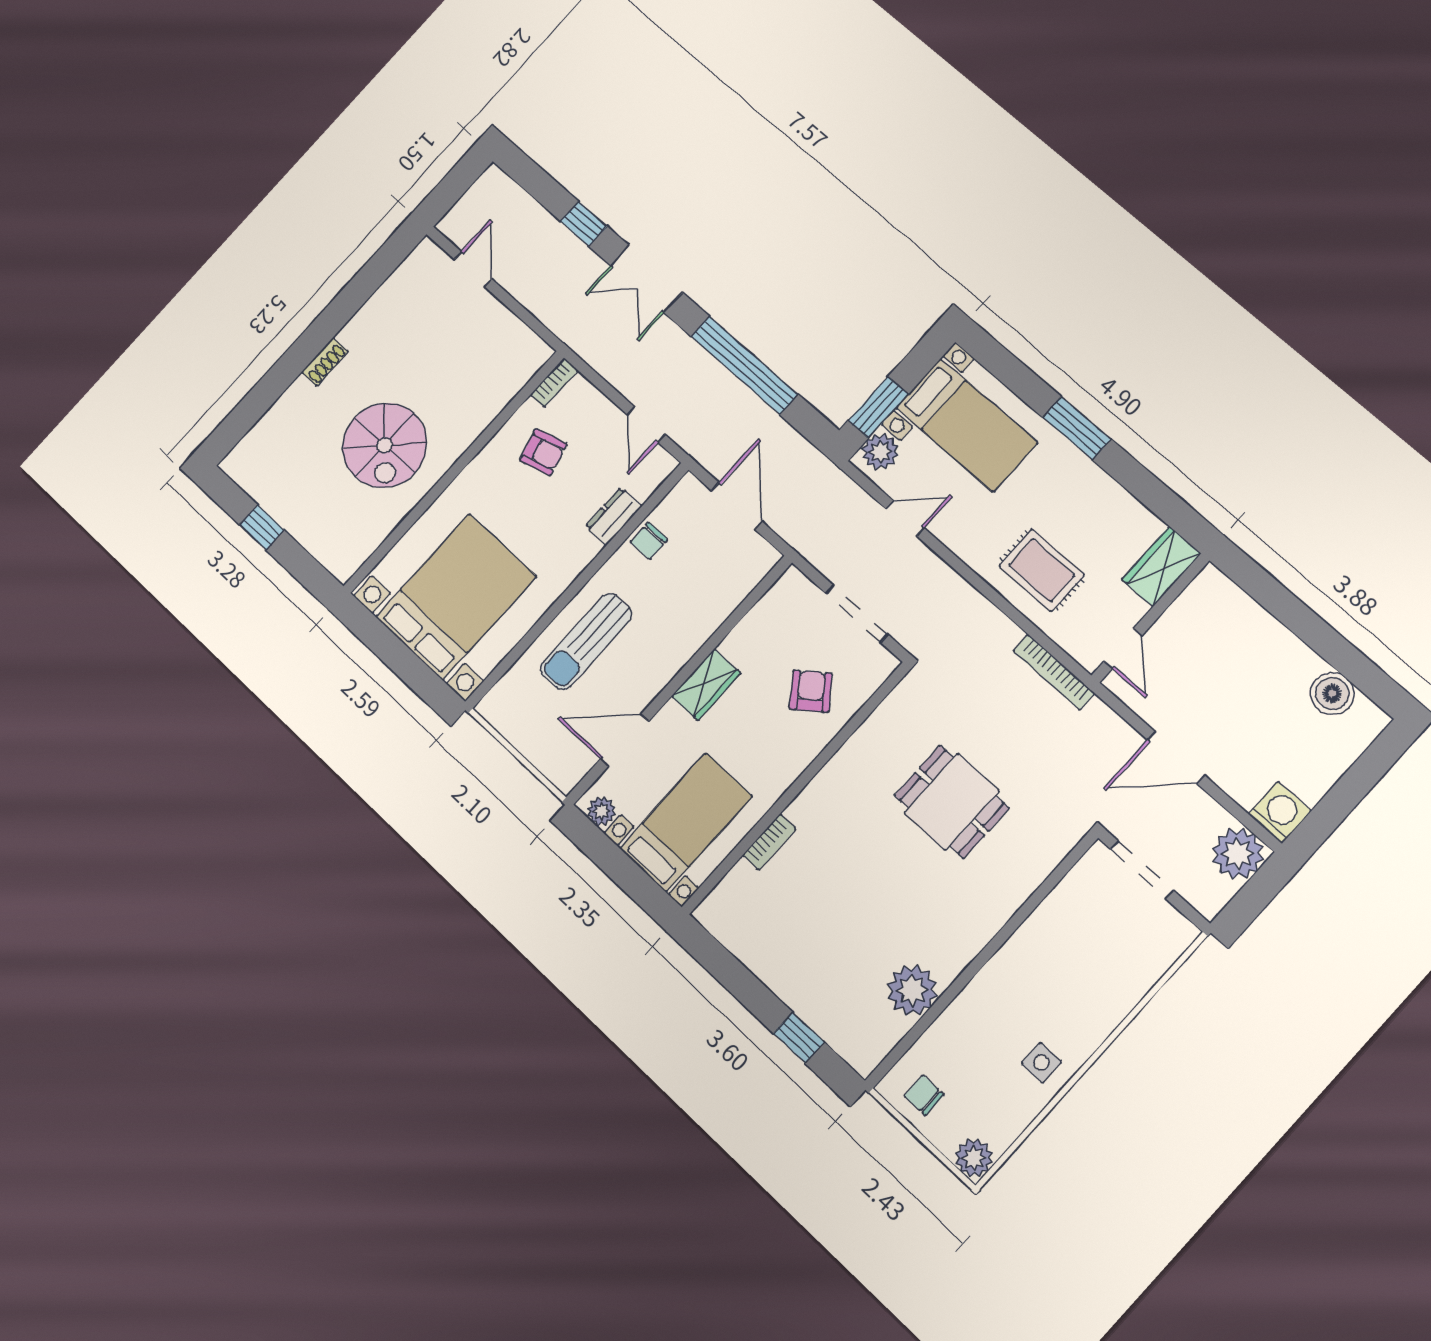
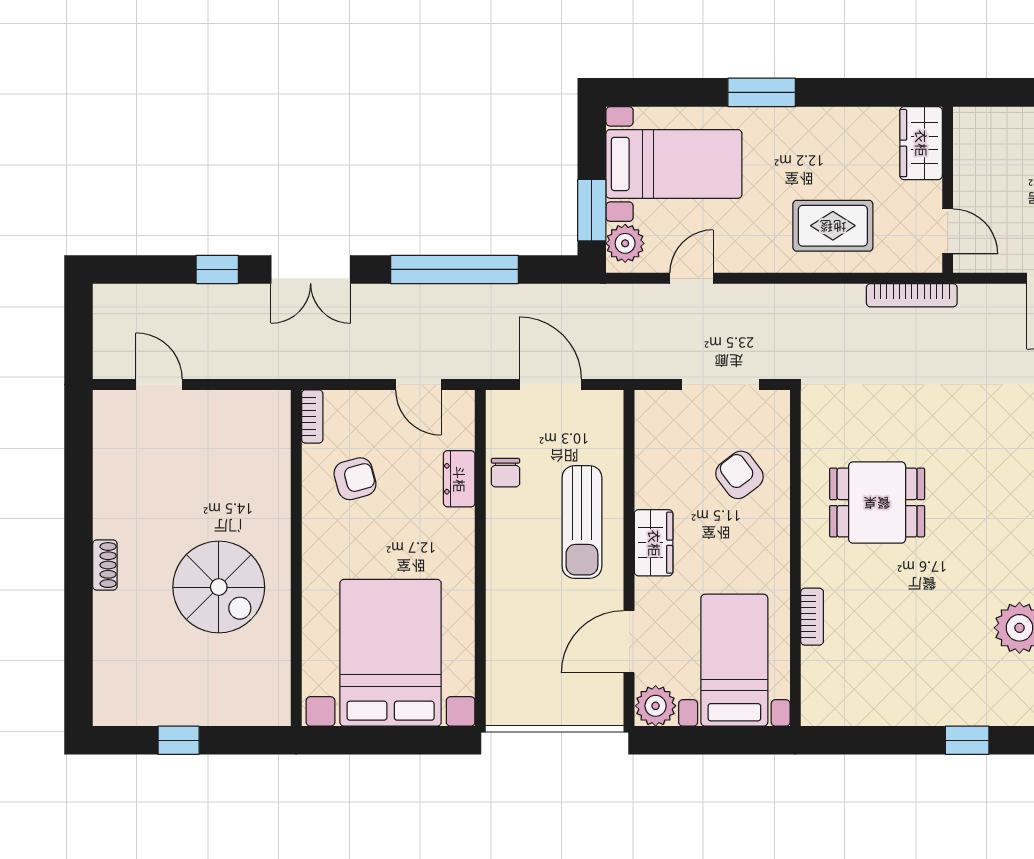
sun lounger: (586, 641) -> (582, 522), moved
dining table: (952, 802) -> (877, 503), moved
plant: (601, 811) -> (656, 706), width x1.38, depth x1.38

